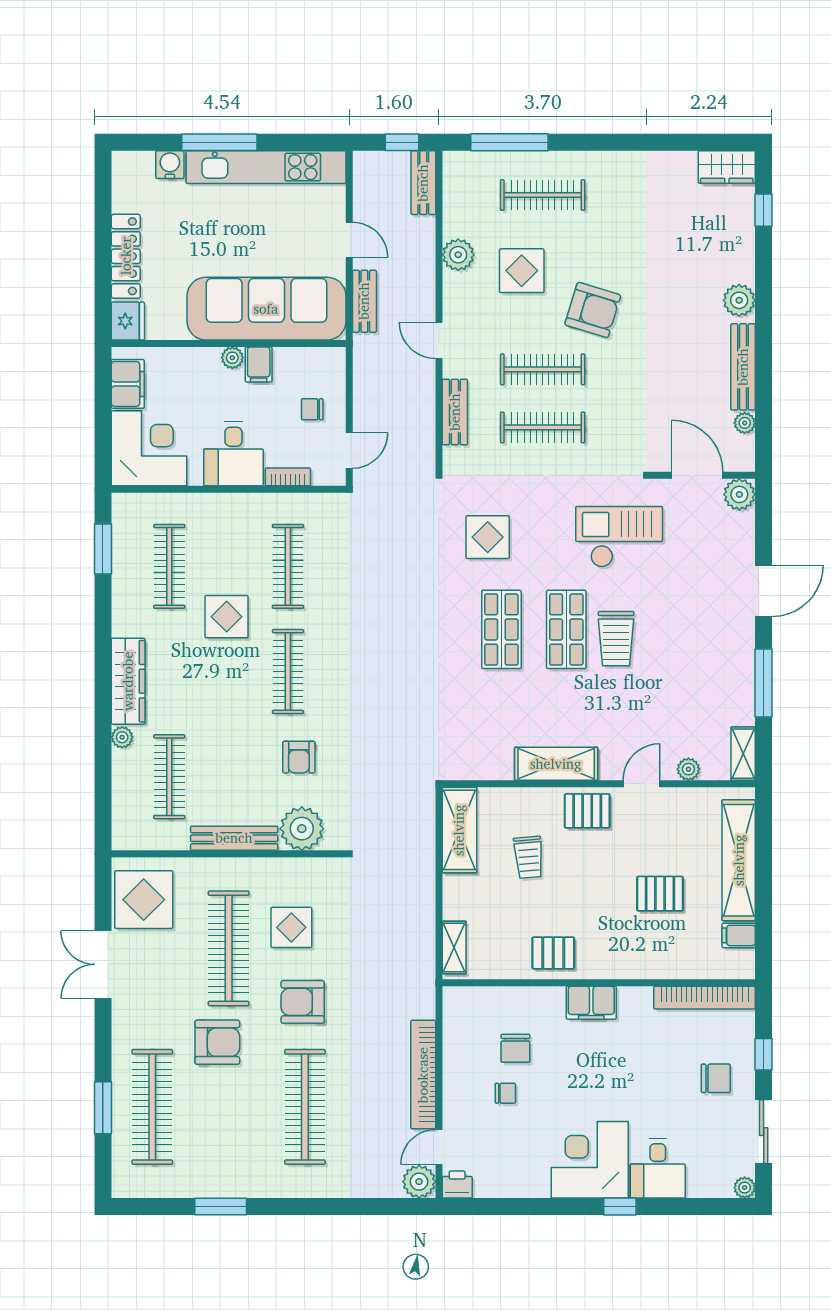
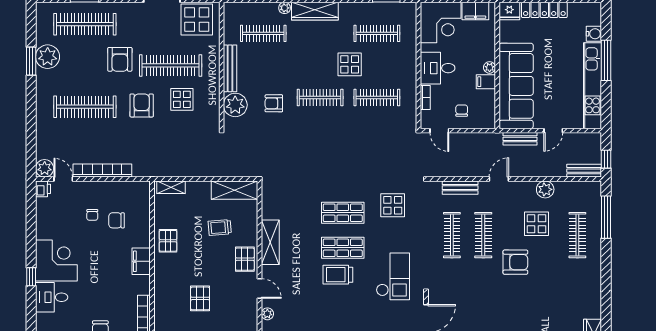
armchair: (593, 310) -> (515, 262), turned -107
plant: (212, 1176) -> (48, 57), added

